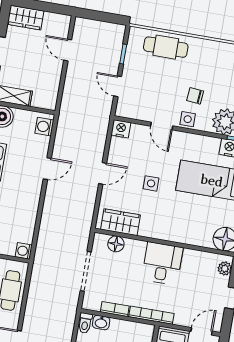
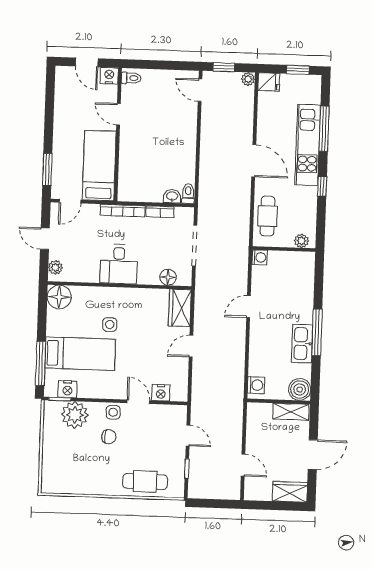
nightstand: (121, 129) -> (161, 393), moved
door: (47, 169) -> (249, 307), moved
side table: (151, 183) -> (110, 325), moved
wardrobe: (121, 222) -> (180, 308), moved, turned 90

